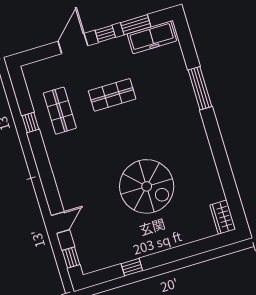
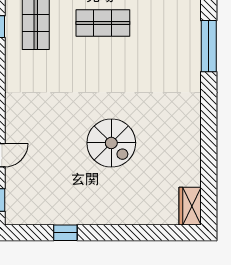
spiral stairs: (147, 186) -> (111, 143), width x0.73, depth x0.73

